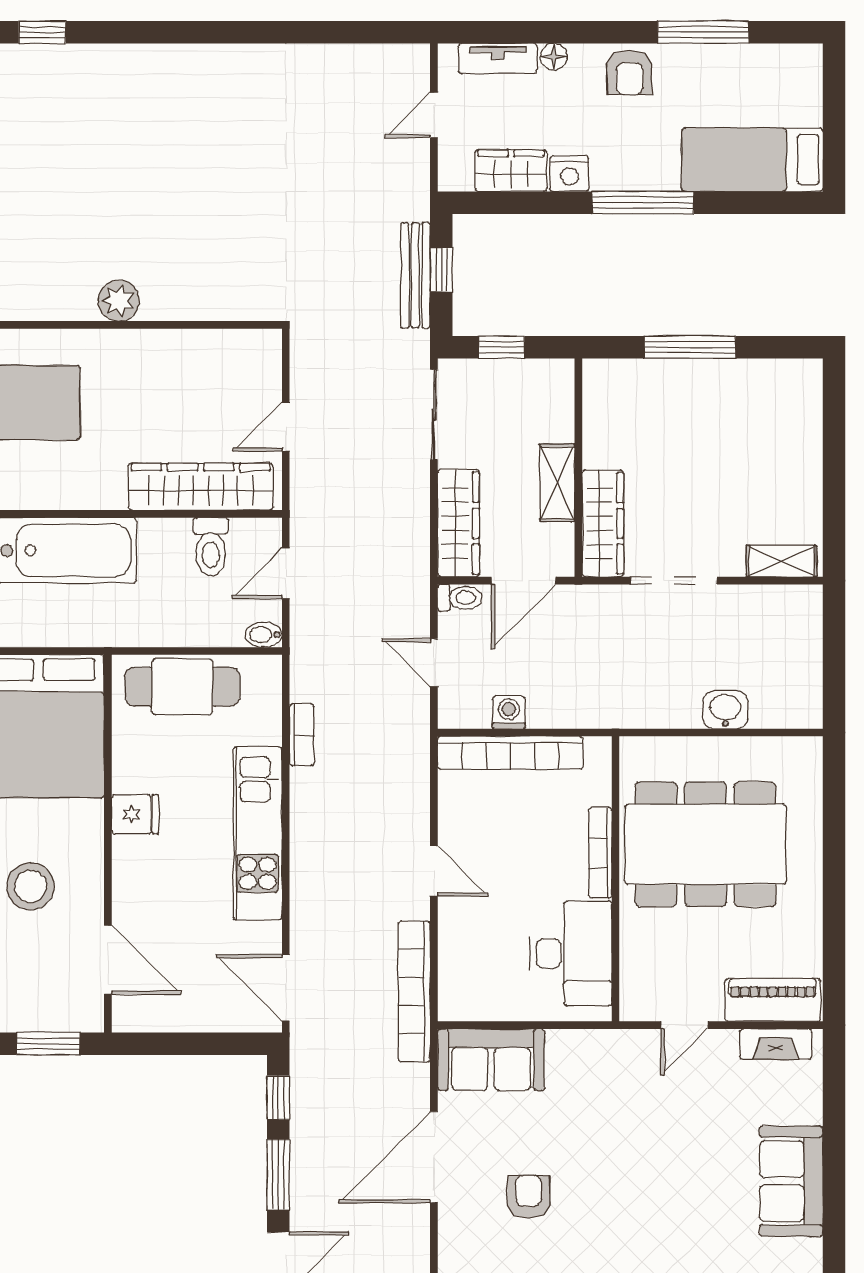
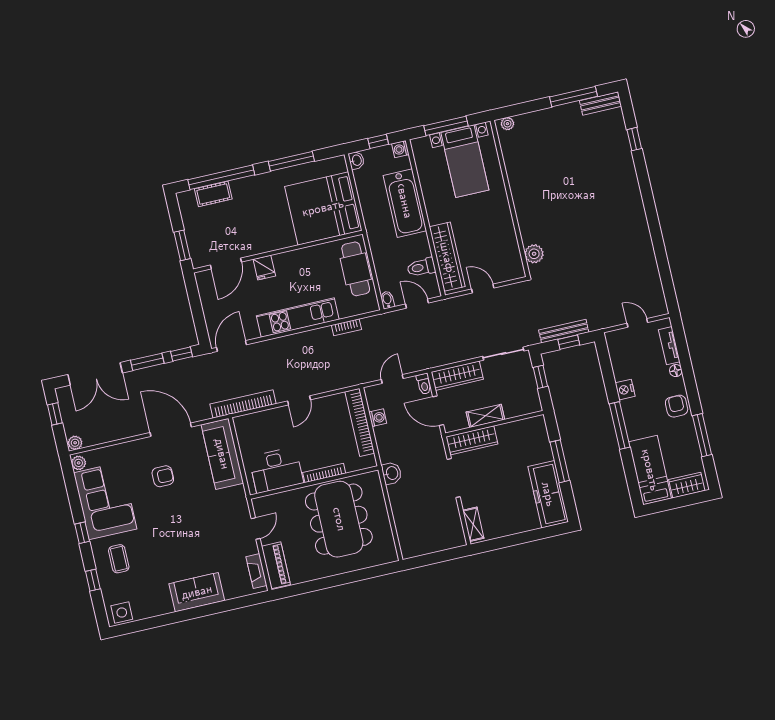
armchair: (630, 72) -> (677, 406), turned 90
wardrobe: (511, 171) -> (687, 485), moved, turned -90
plant: (119, 301) -> (534, 254), moved
freezer: (754, 388) -> (548, 494), added
washbasin: (725, 710) -> (392, 473), moved
fridge: (135, 814) -> (264, 268), moved
stool: (31, 886) -> (251, 221), removed
door: (685, 1025) -> (256, 528), swing flipped
sofa: (491, 1060) -> (222, 454), width x1.36

